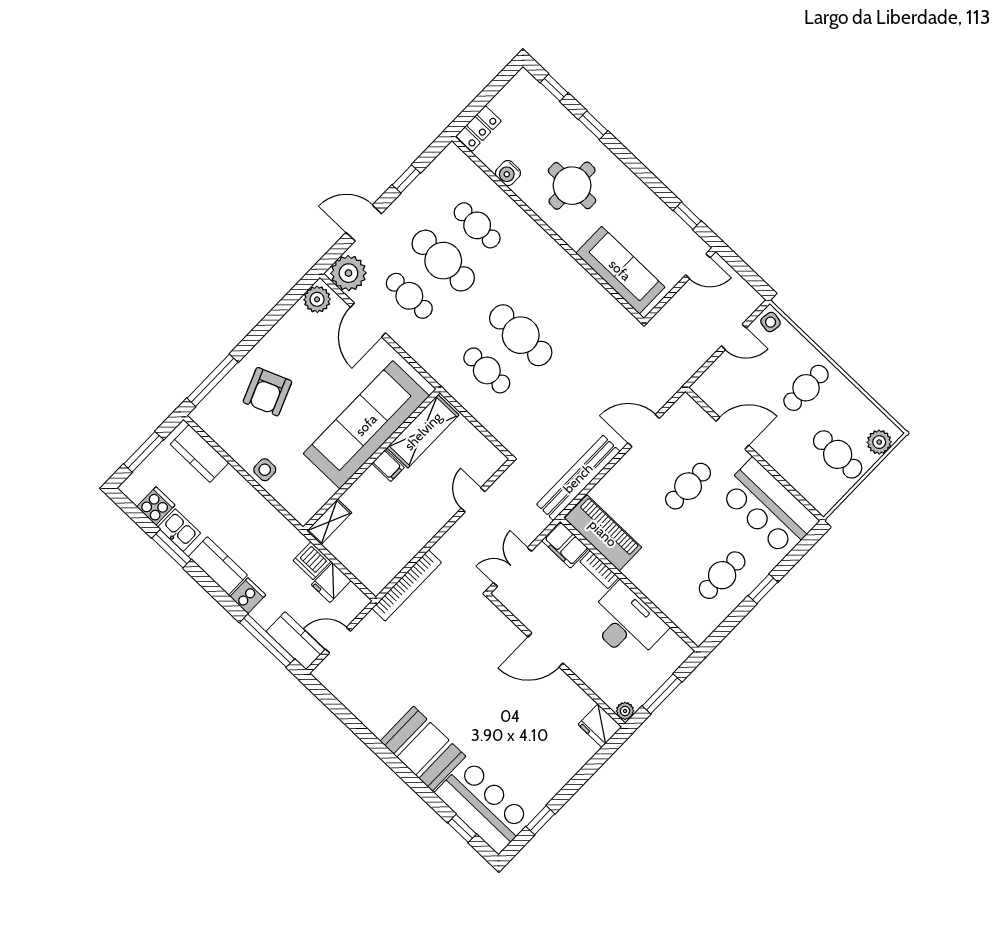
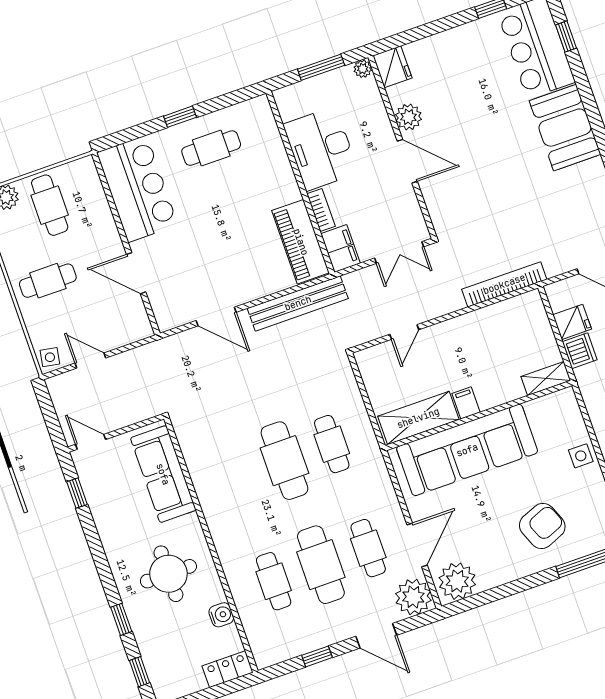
plant: (317, 299) -> (457, 581), width x1.36, depth x1.36
cafe table: (688, 486) -> (201, 245), removed
plant: (564, 689) -> (408, 117), added

